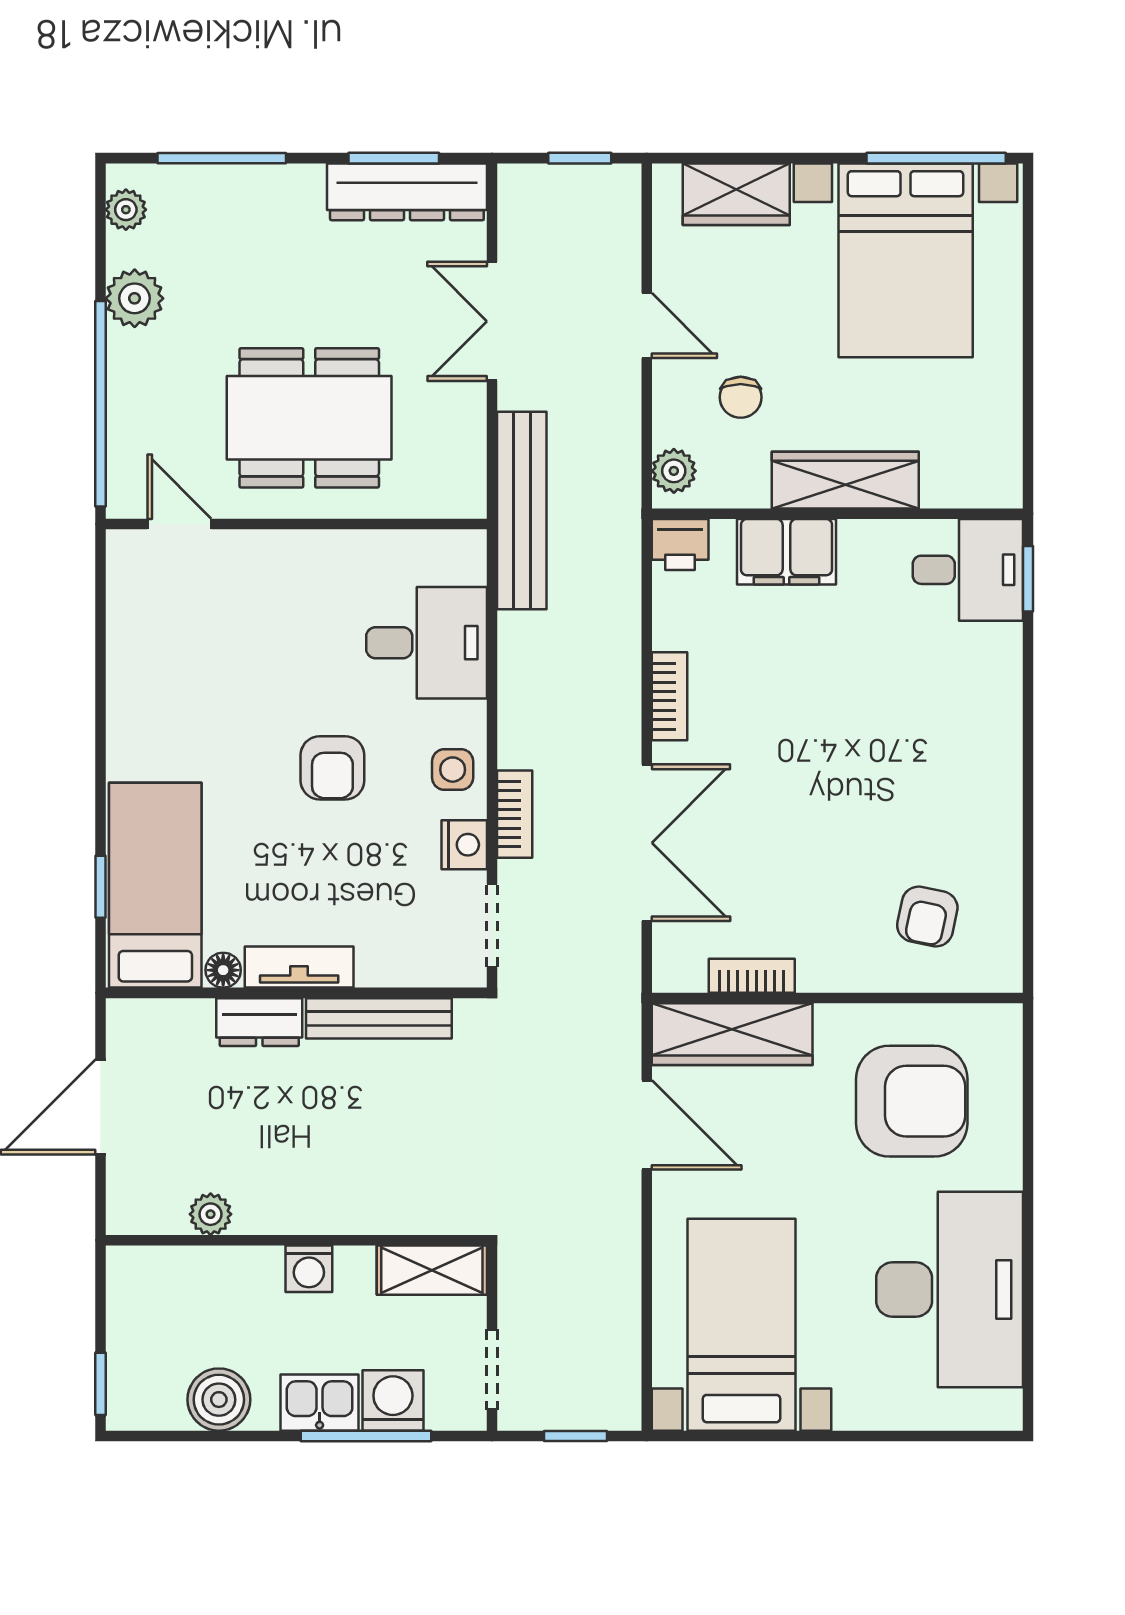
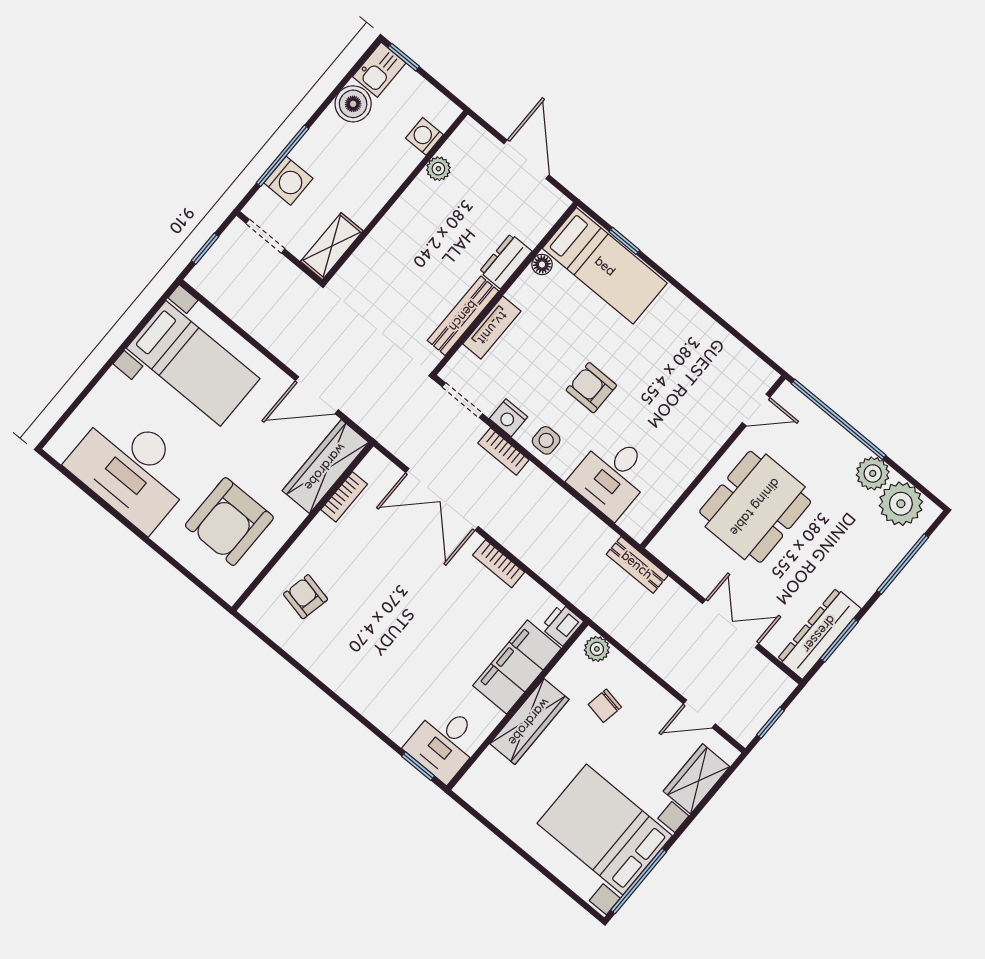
plant: (126, 210) -> (901, 504), width x1.87, depth x1.87
door: (647, 325) -> (699, 714), moved
chair: (741, 397) -> (605, 706), turned -80
bench: (522, 511) -> (637, 565), width x0.54, depth x0.82
filing cabinet: (786, 552) -> (517, 667), width x1.50, depth x1.17
tv unit: (299, 967) -> (492, 328), moved
washing machine: (309, 1269) -> (424, 136), moved
kitchen sink: (320, 1403) -> (379, 70), moved

